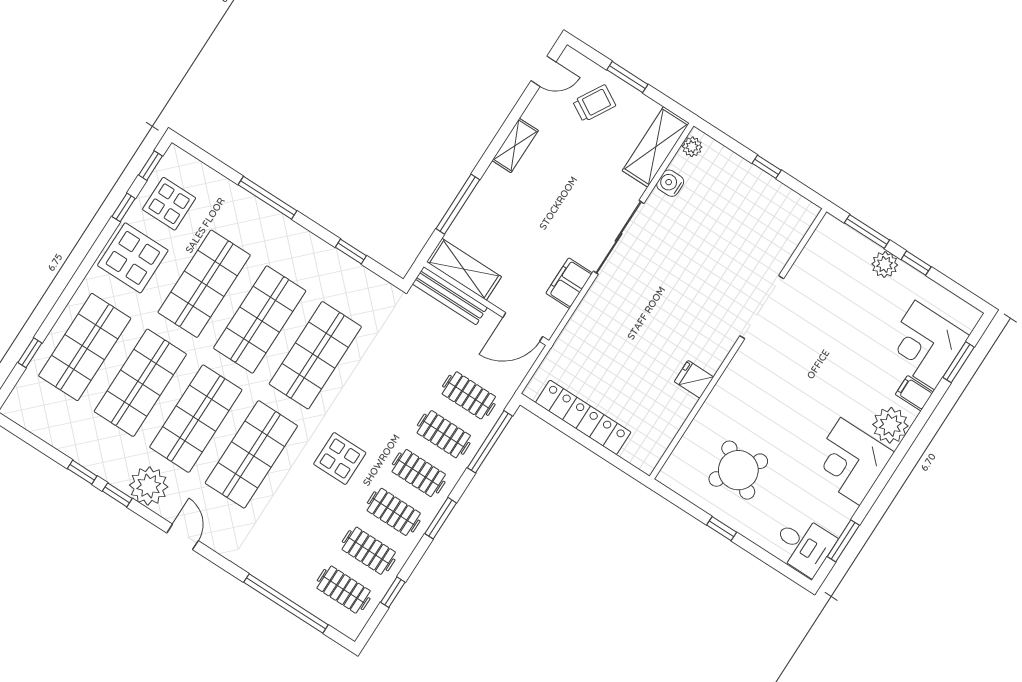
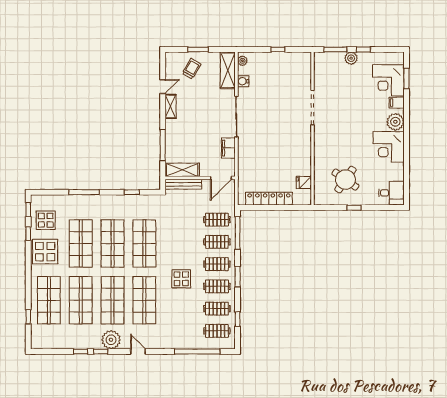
door: (543, 71) -> (163, 87), moved
fridge: (694, 379) -> (304, 182), moved
window: (843, 541) -> (406, 181), removed

